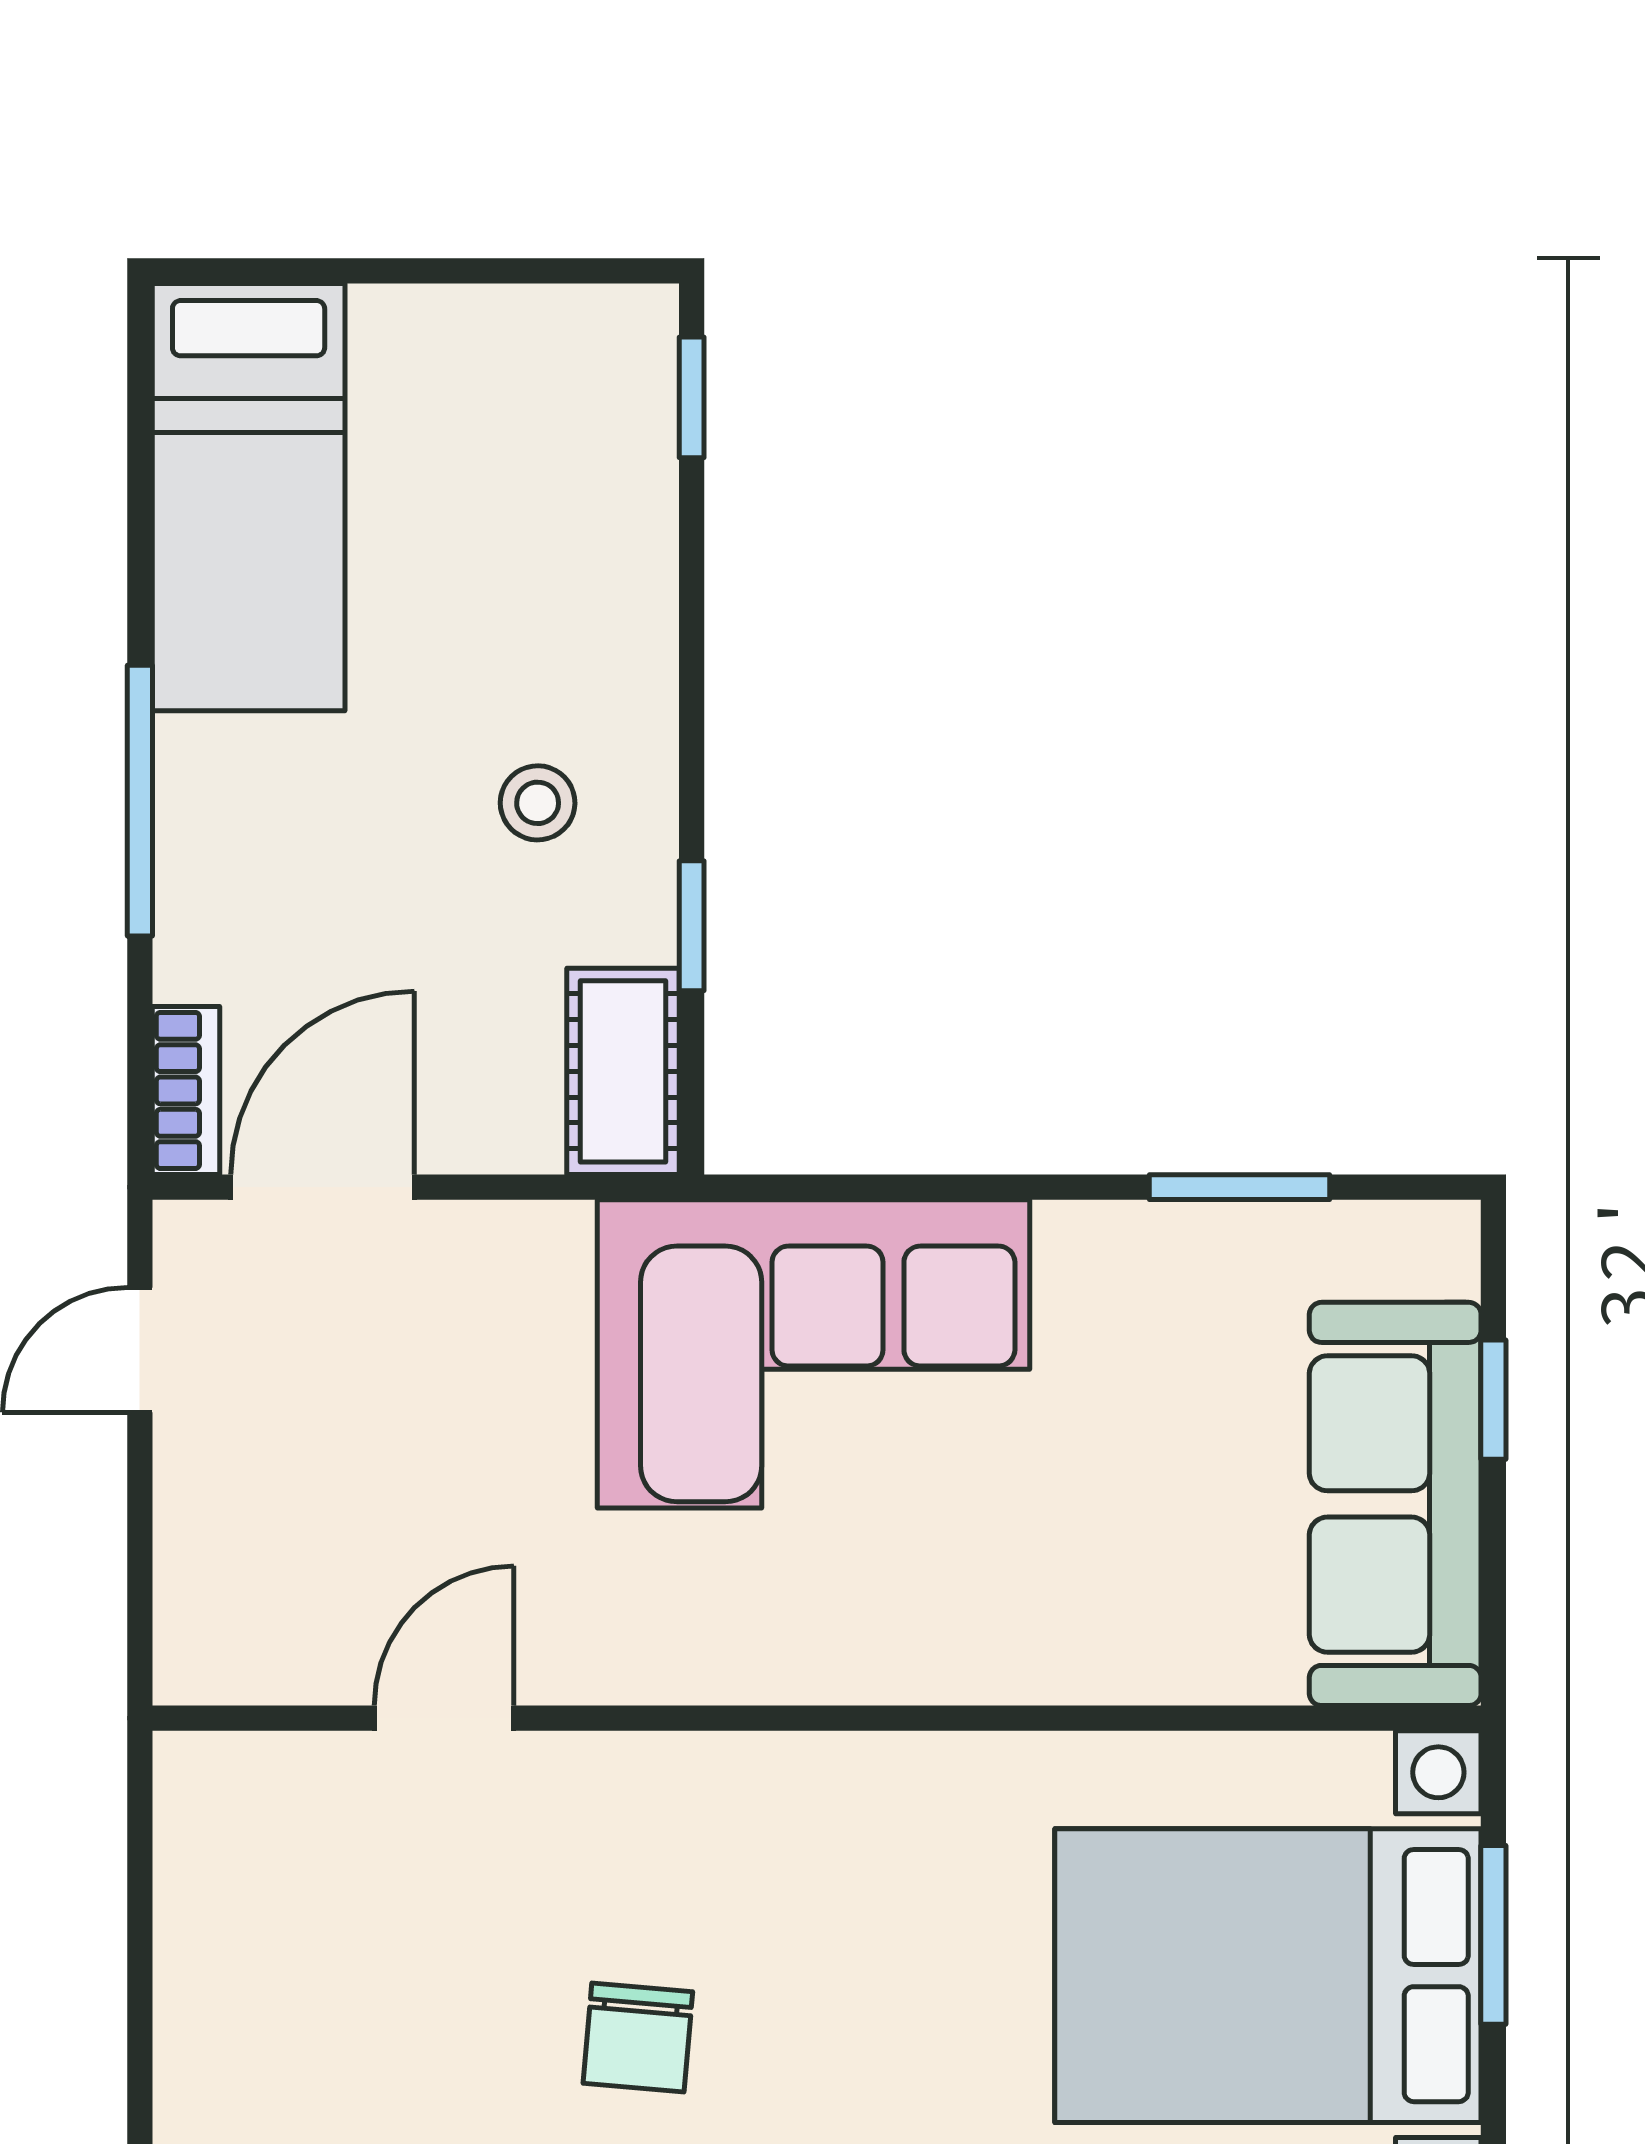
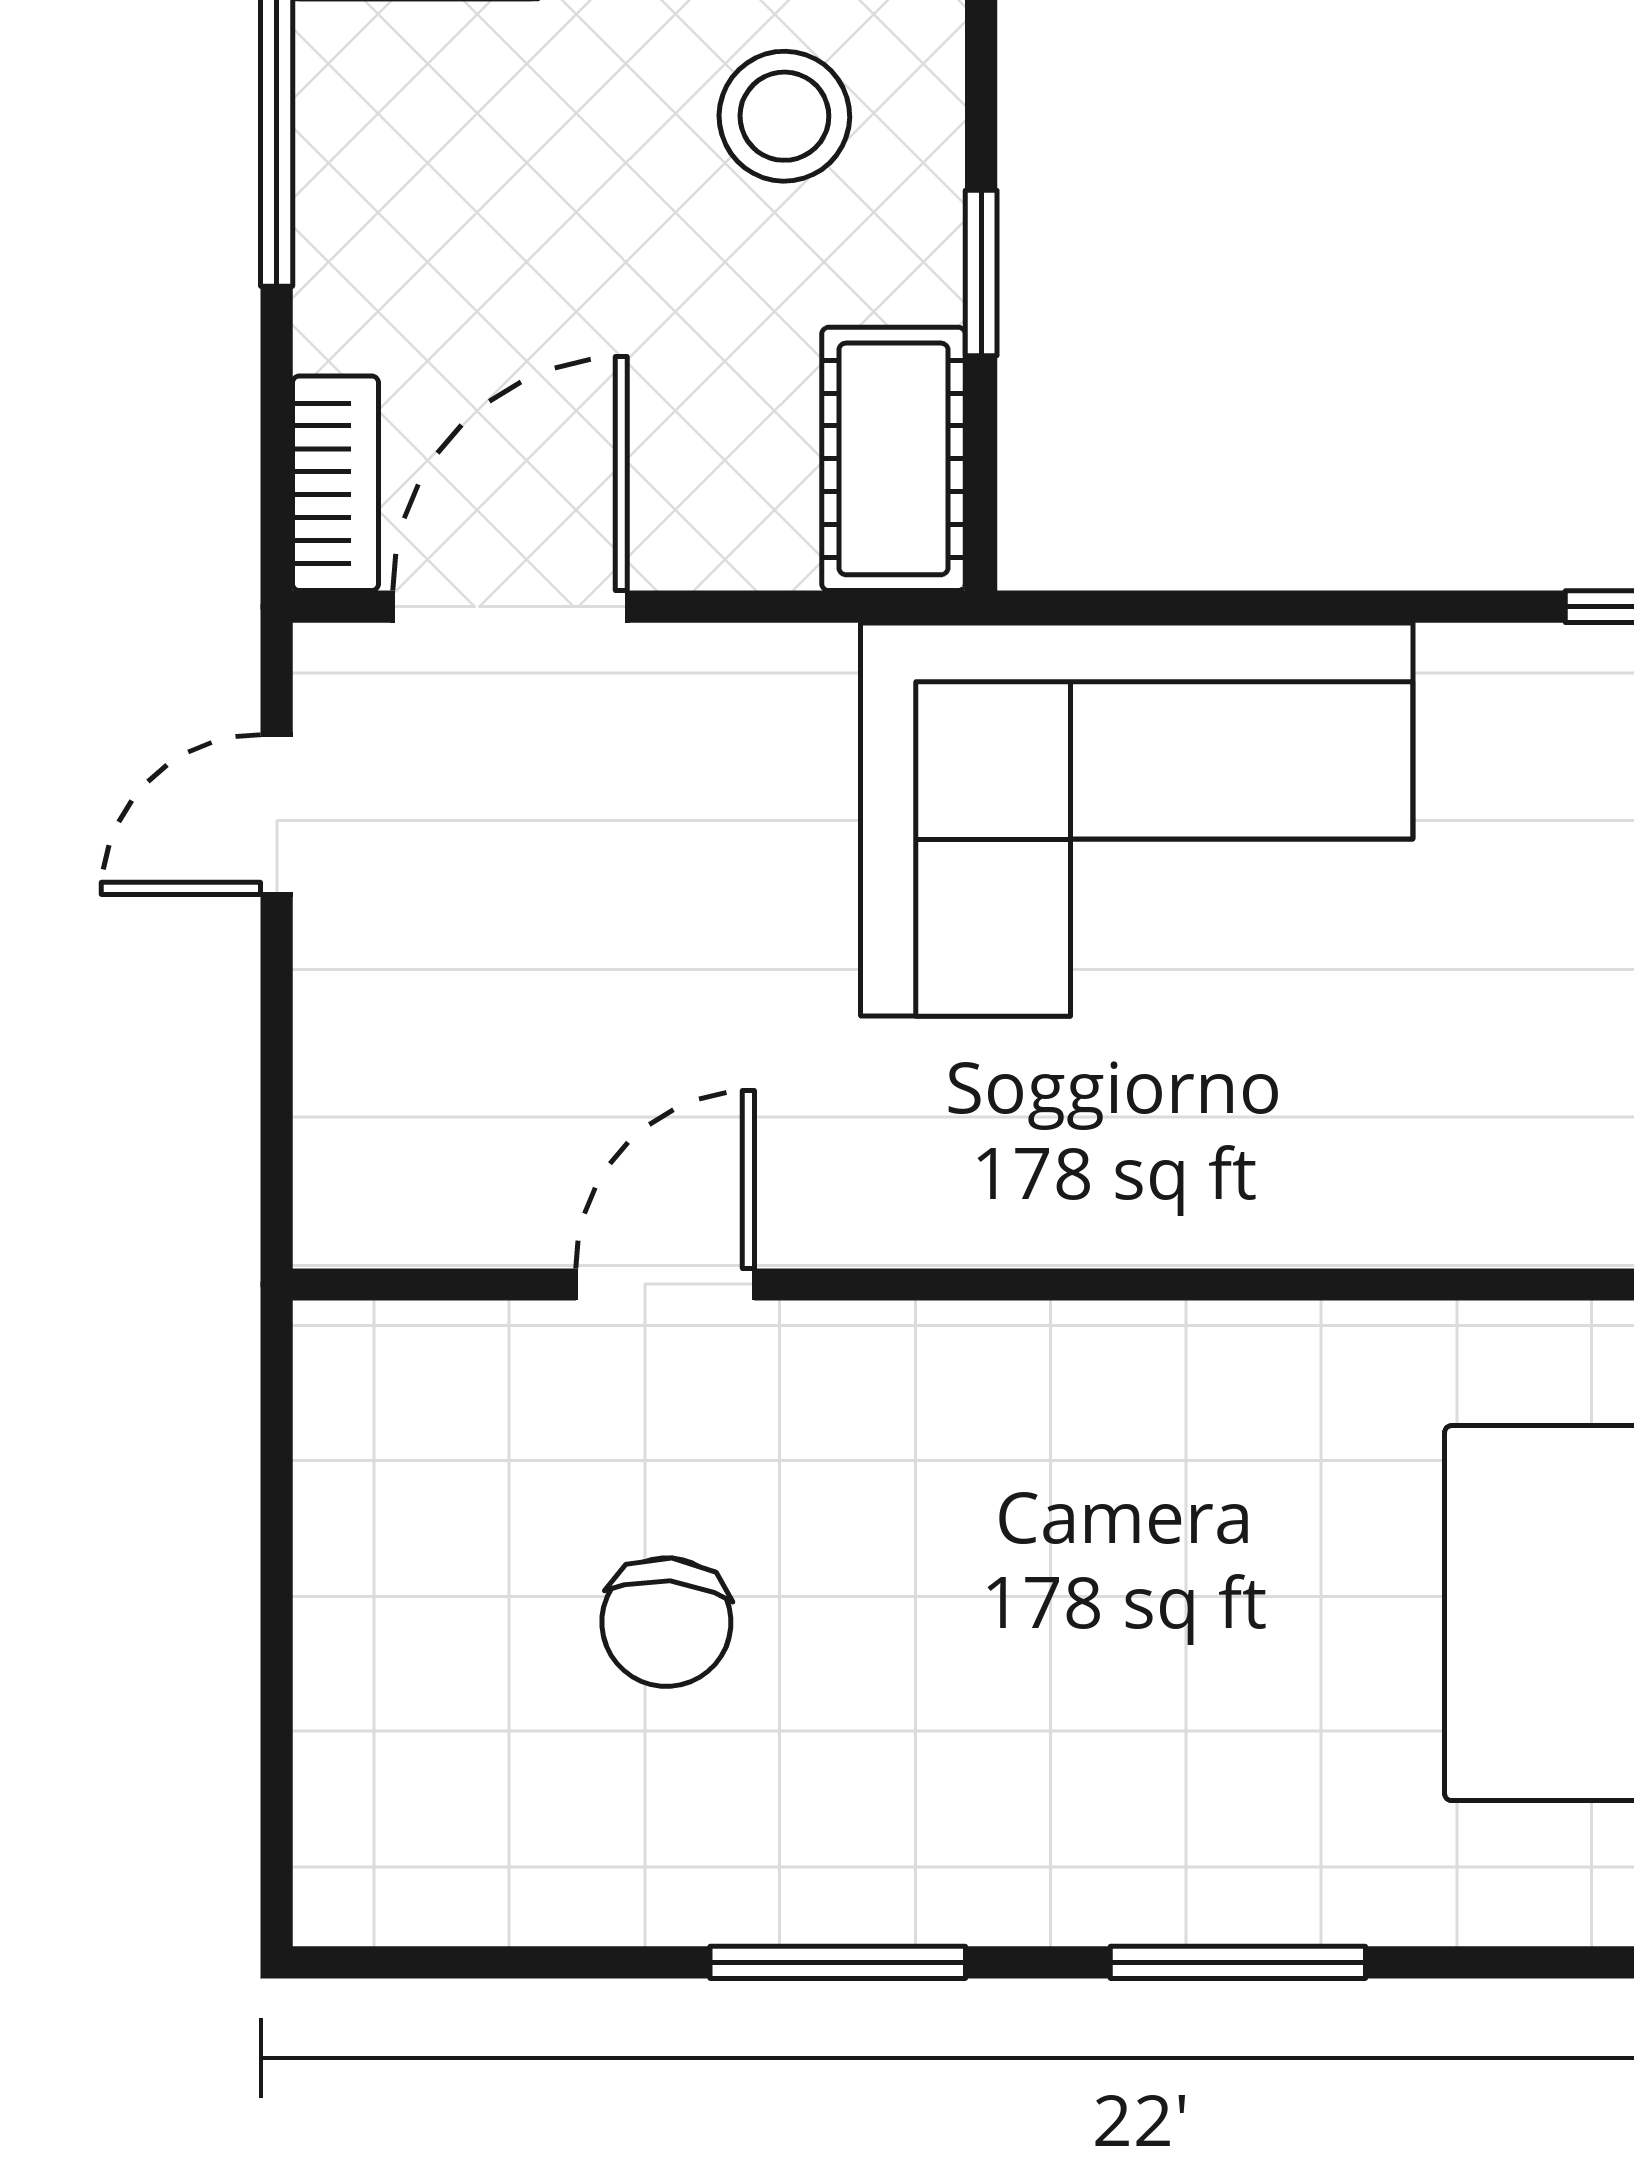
stool: (538, 803) -> (784, 116), width x1.37, depth x1.37
chair: (638, 2037) -> (666, 1622), moved

